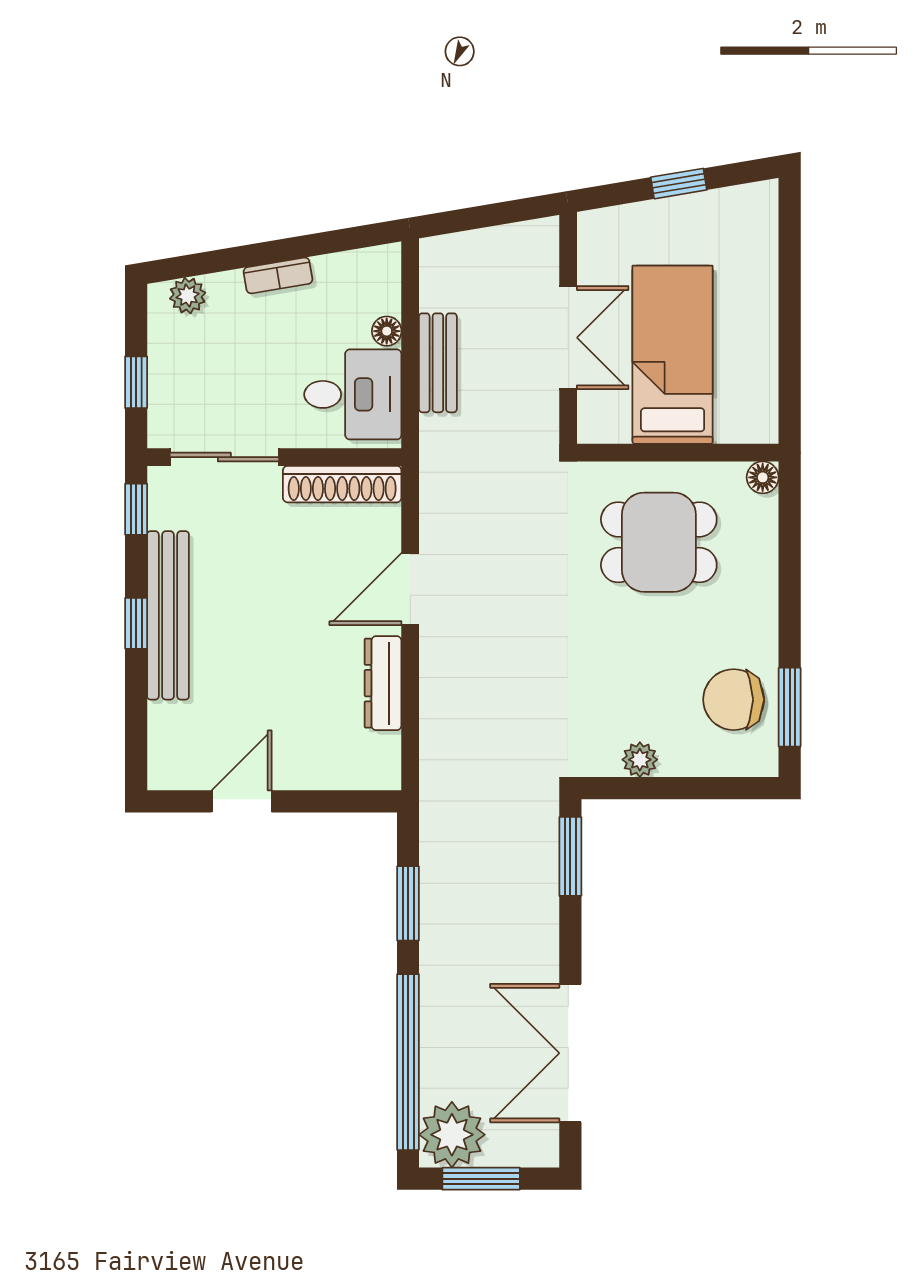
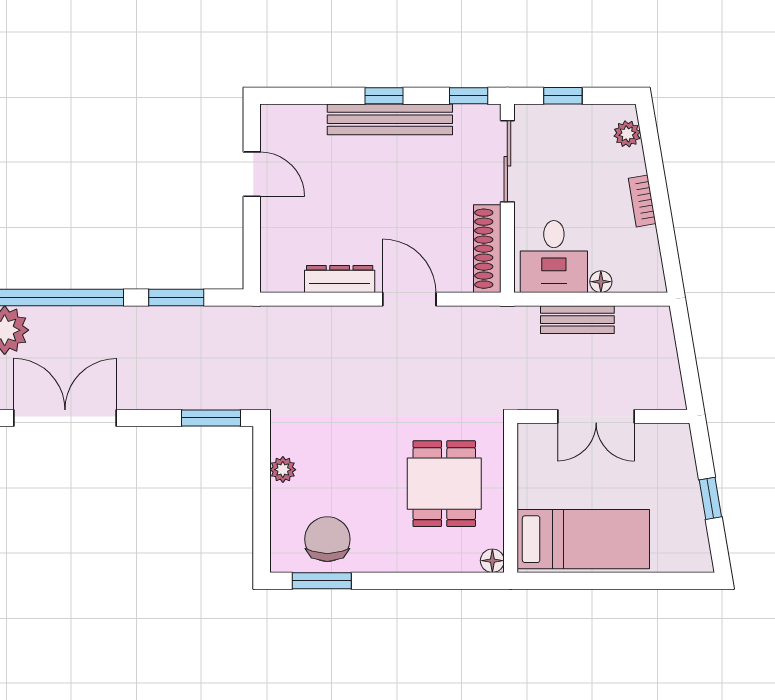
bed: (673, 355) -> (583, 539), moved

